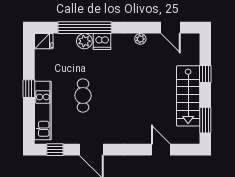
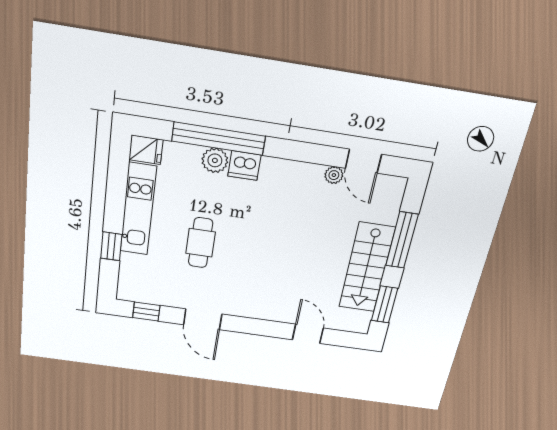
plant: (140, 39) -> (334, 175), moved
window: (205, 74) -> (402, 240), width x2.17
window: (29, 89) -> (111, 246), moved
kitchen unit: (43, 111) -> (138, 209), moved

